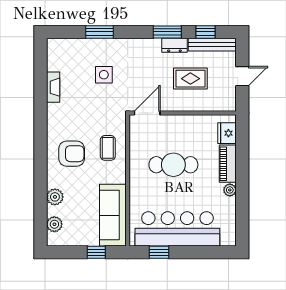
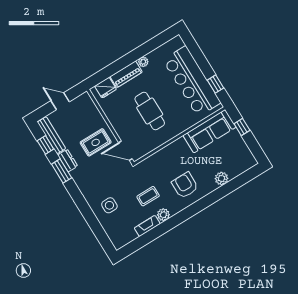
window: (99, 32) -> (90, 217), removed
side table: (104, 75) -> (109, 205), moved
rug: (190, 79) -> (96, 142), moved, turned 90
coffee table: (108, 148) -> (148, 196), moved
plant: (54, 224) -> (163, 215), moved

